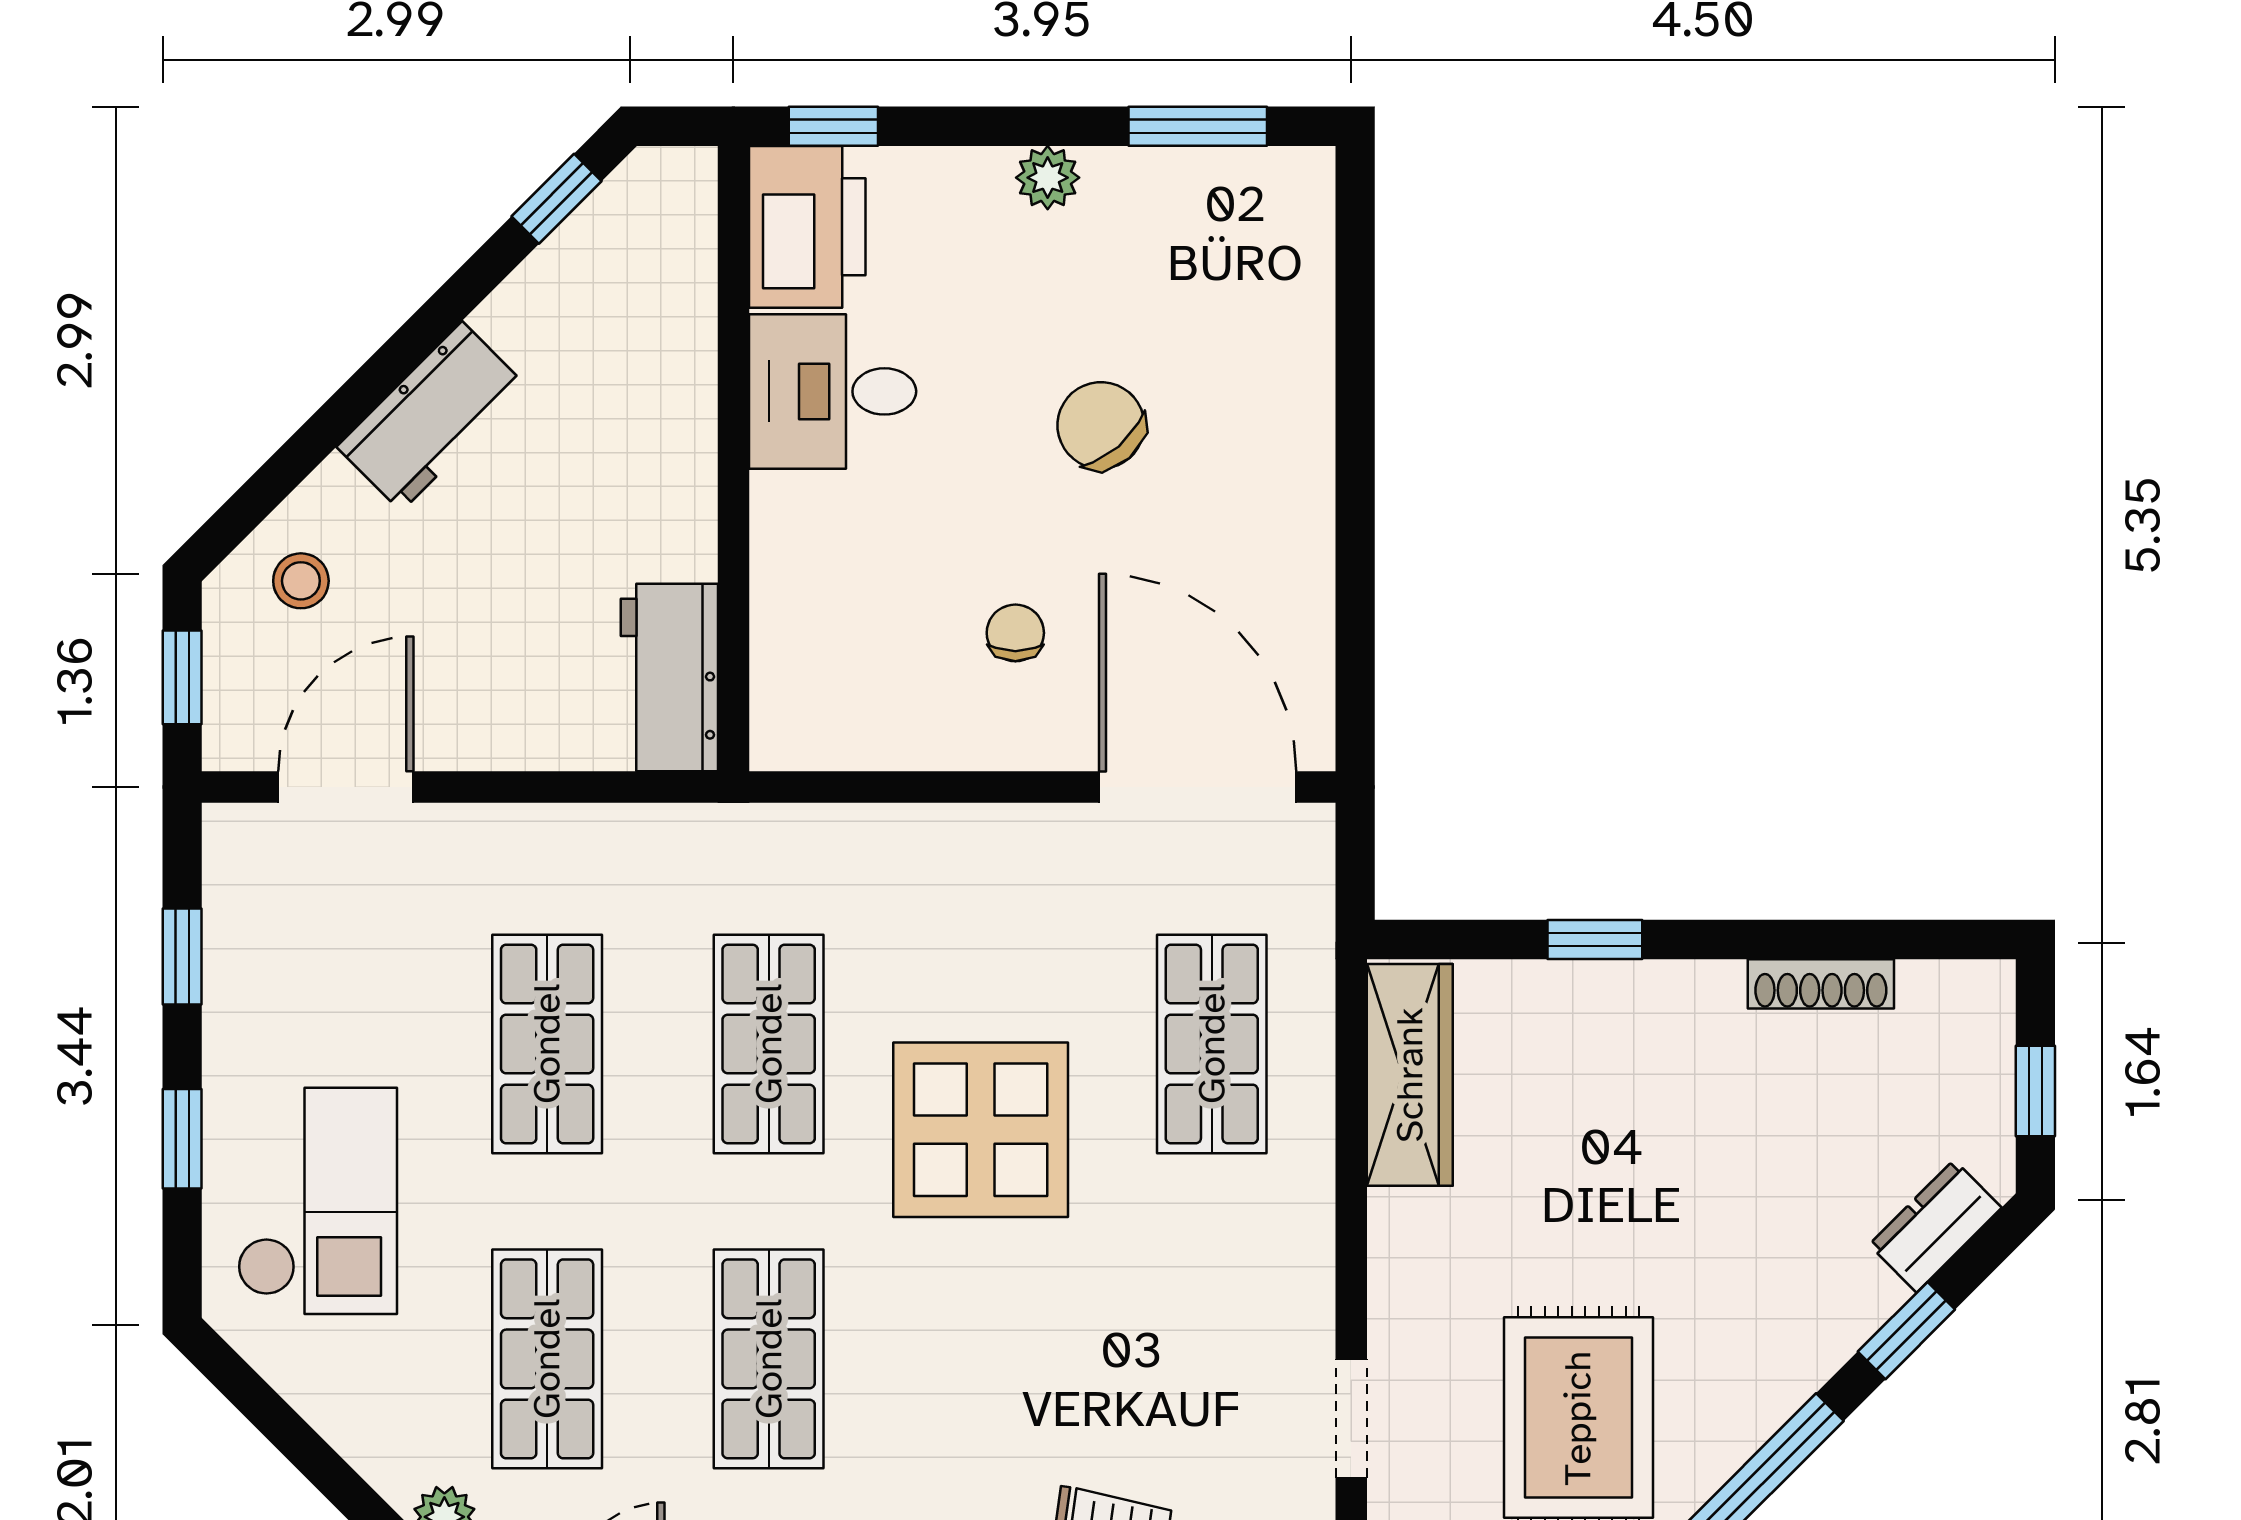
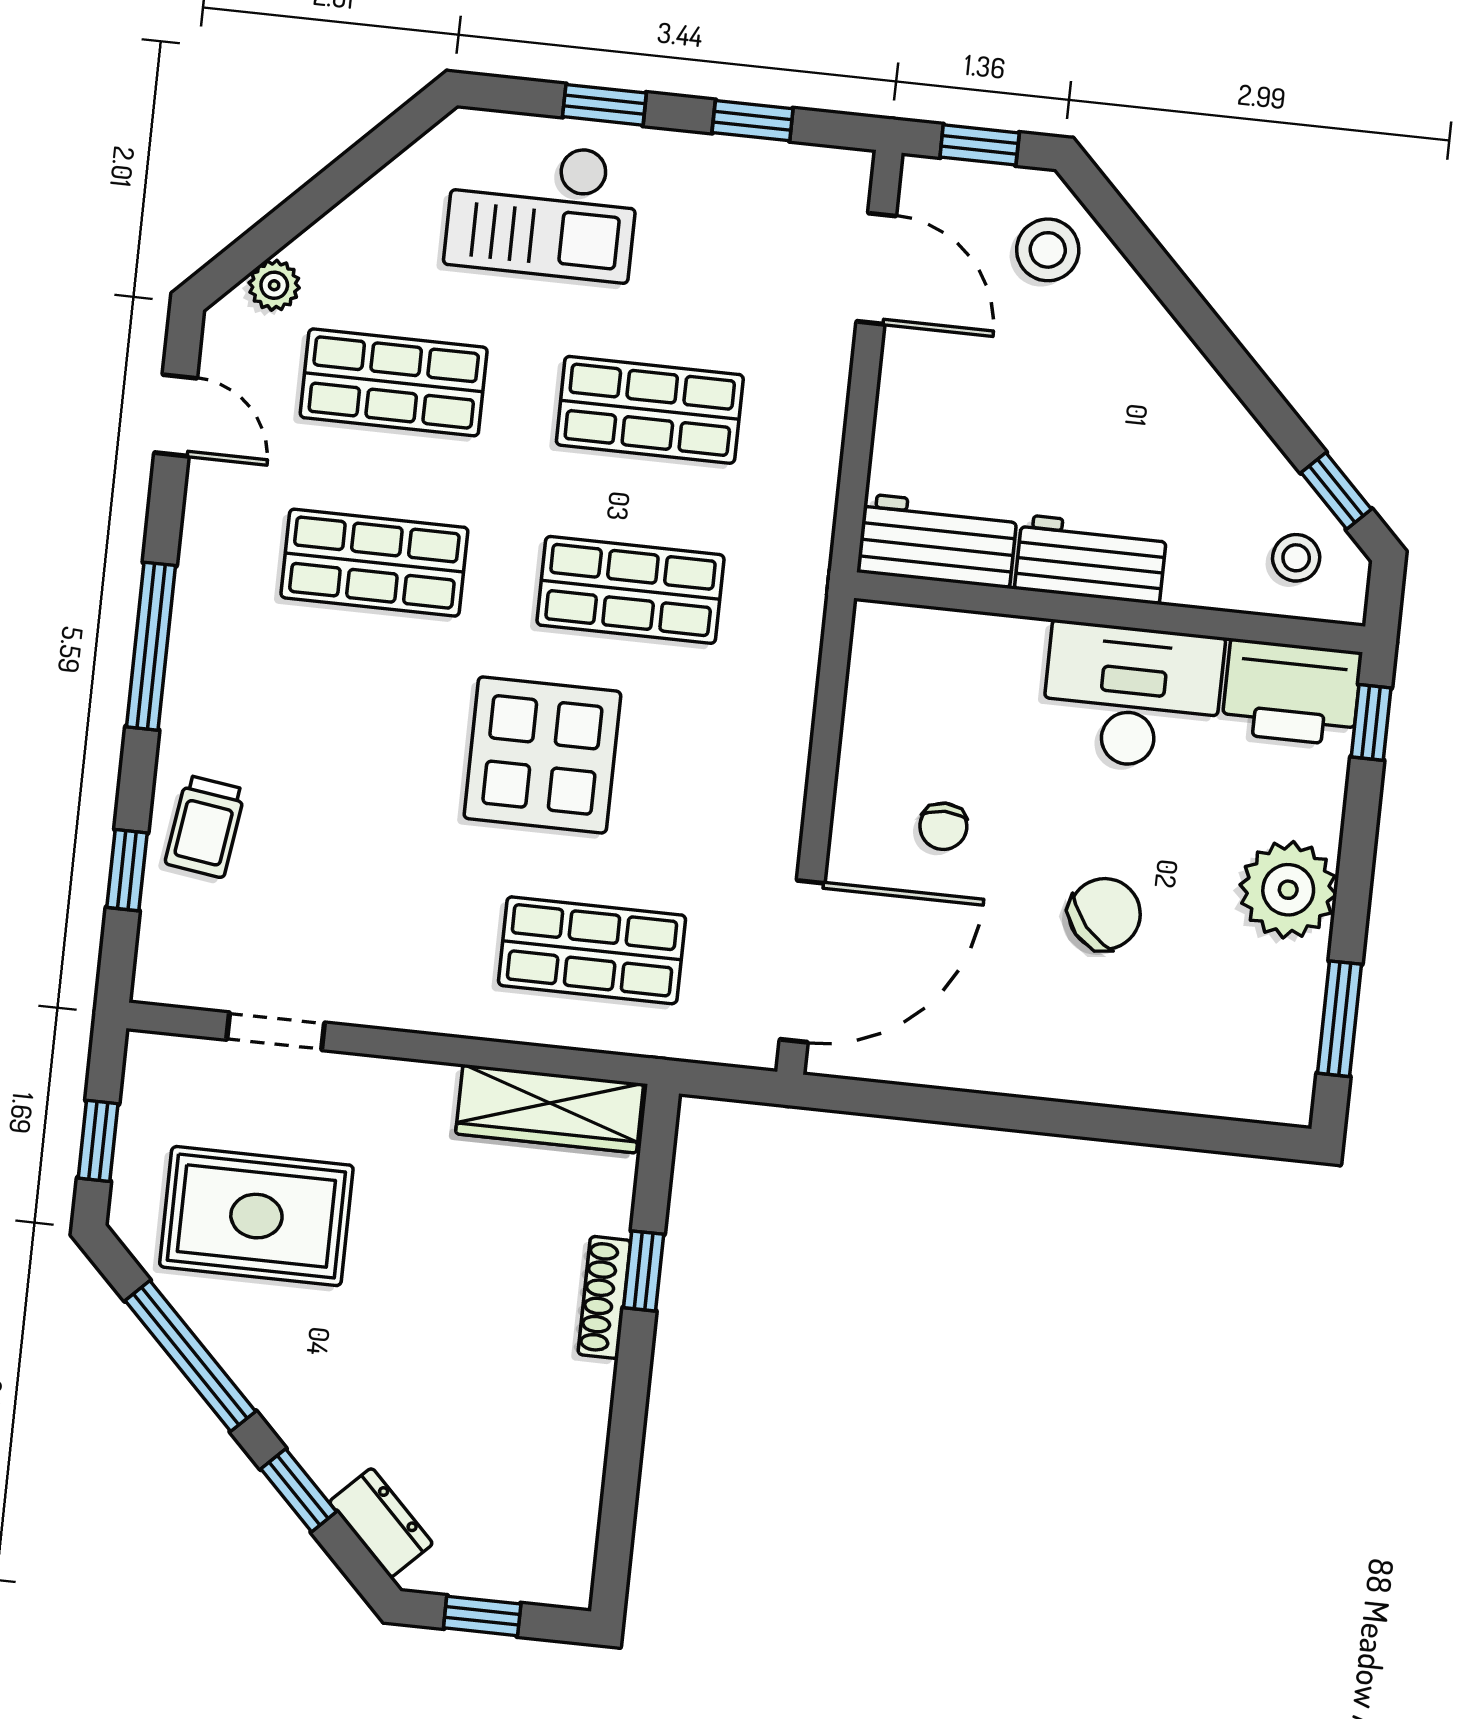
plant: (1048, 178) -> (1288, 890), width x1.88, depth x1.88
stool: (643, 239) -> (1296, 558), added
desk: (833, 391) -> (1132, 696), width x1.37
workbench: (432, 416) -> (1091, 559), moved, turned 135
stool: (301, 581) -> (1048, 250), width x1.37, depth x1.37
chair: (1015, 633) -> (943, 826), turned 90
shoe rack: (1821, 984) -> (604, 1297), moved

